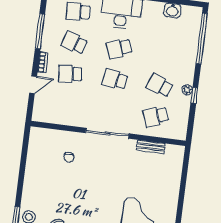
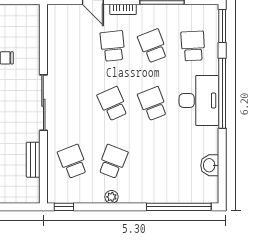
school desk: (74, 43) -> (153, 46), turned -39
school desk: (115, 80) -> (113, 104), turned -33
window: (194, 95) -> (64, 207), moved

